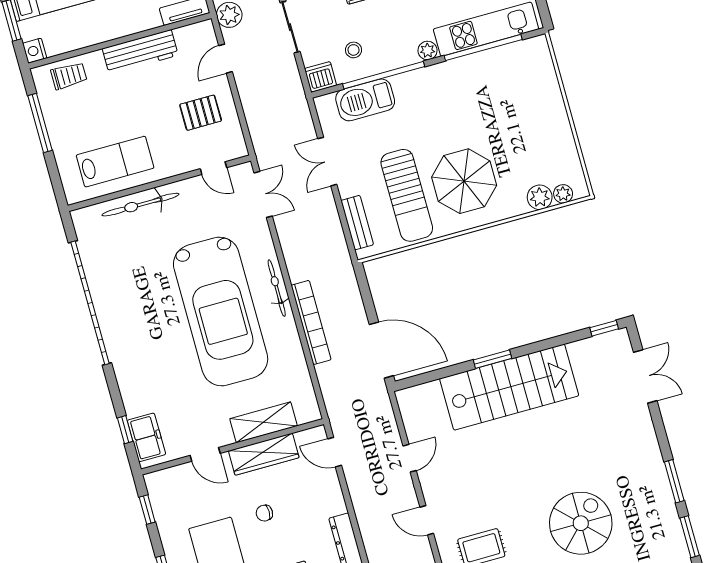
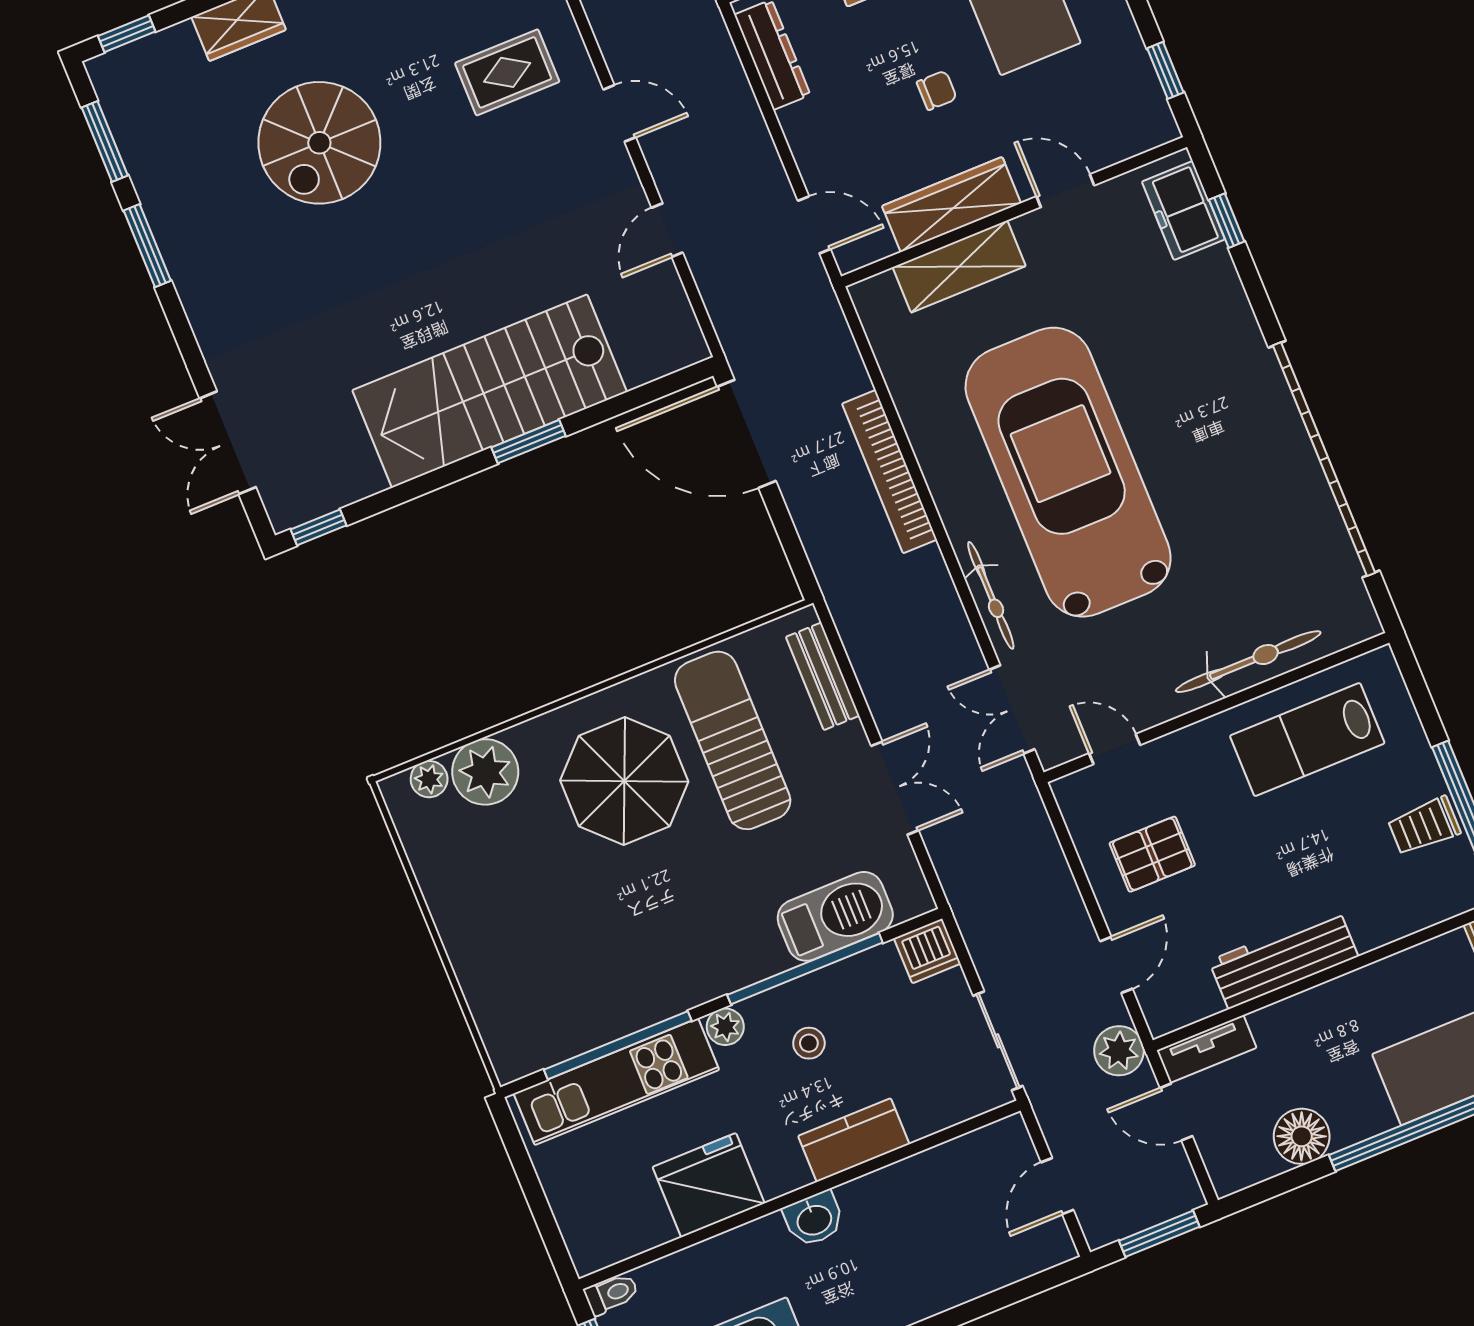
stool: (353, 50) -> (809, 1043), moved
trolley: (69, 76) -> (1424, 826), moved
plant: (540, 197) -> (485, 772), width x1.36, depth x1.36
bicycle: (277, 288) -> (991, 595), moved

